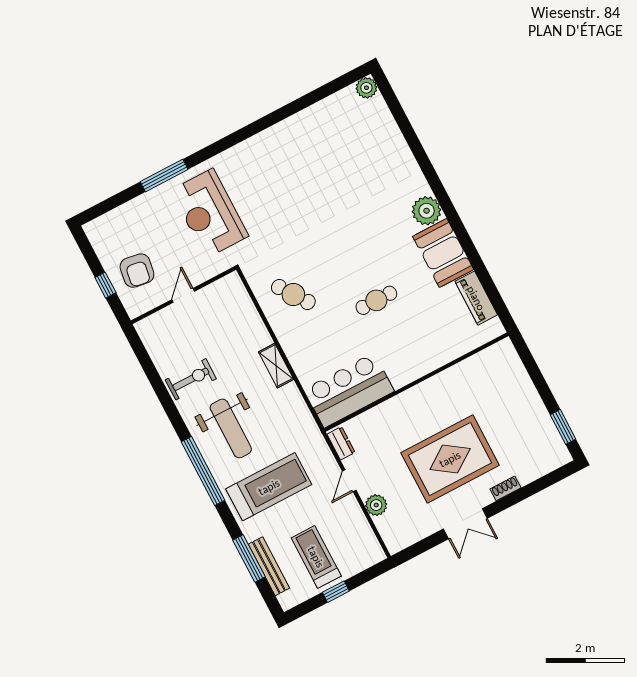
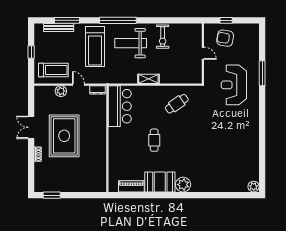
reception desk: (210, 213) -> (234, 85), turned -90
treadmill: (316, 557) -> (53, 70), moved

